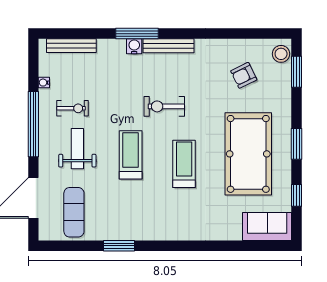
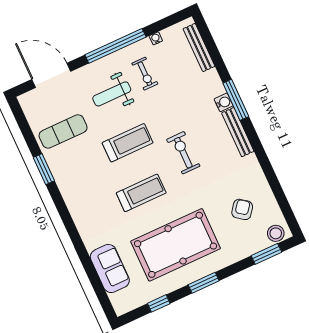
armchair: (244, 75) -> (242, 209), turned 63
weight bench: (77, 149) -> (112, 94), turned 180
exercise mat: (74, 212) -> (63, 131), moved
sofa: (267, 227) -> (110, 269), moved

